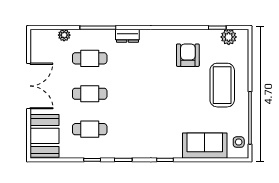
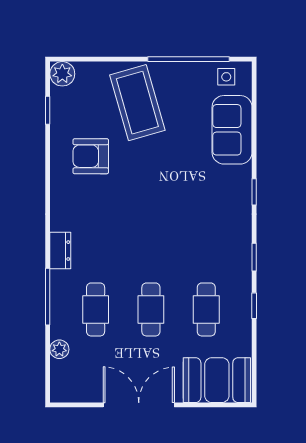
plant: (229, 37) -> (62, 74), moved
coffee table: (222, 85) -> (137, 103), turned 74

